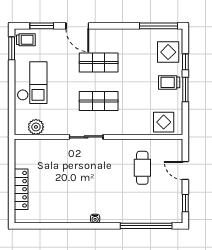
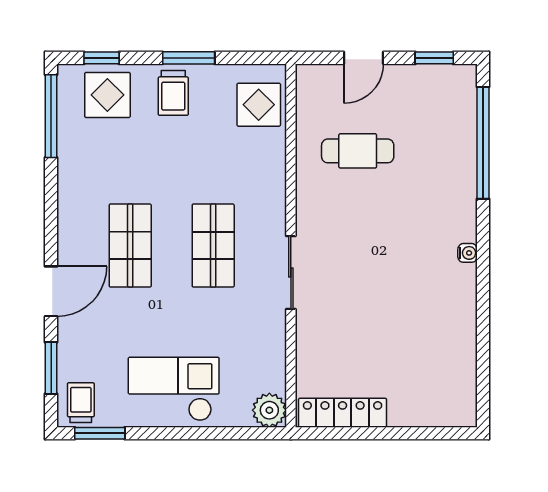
window: (185, 62) -> (101, 58), moved
plant: (36, 127) -> (269, 410), moved
locker: (21, 189) -> (343, 413), moved

